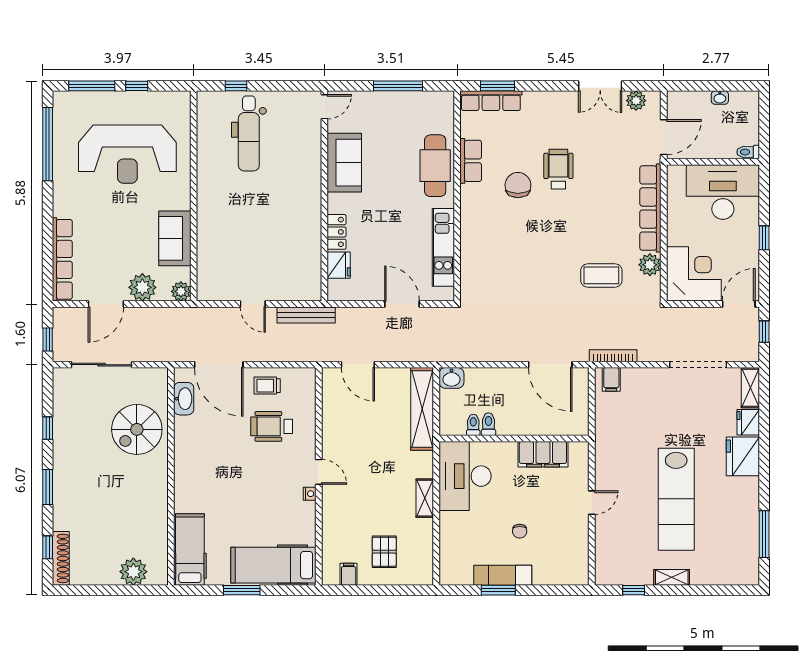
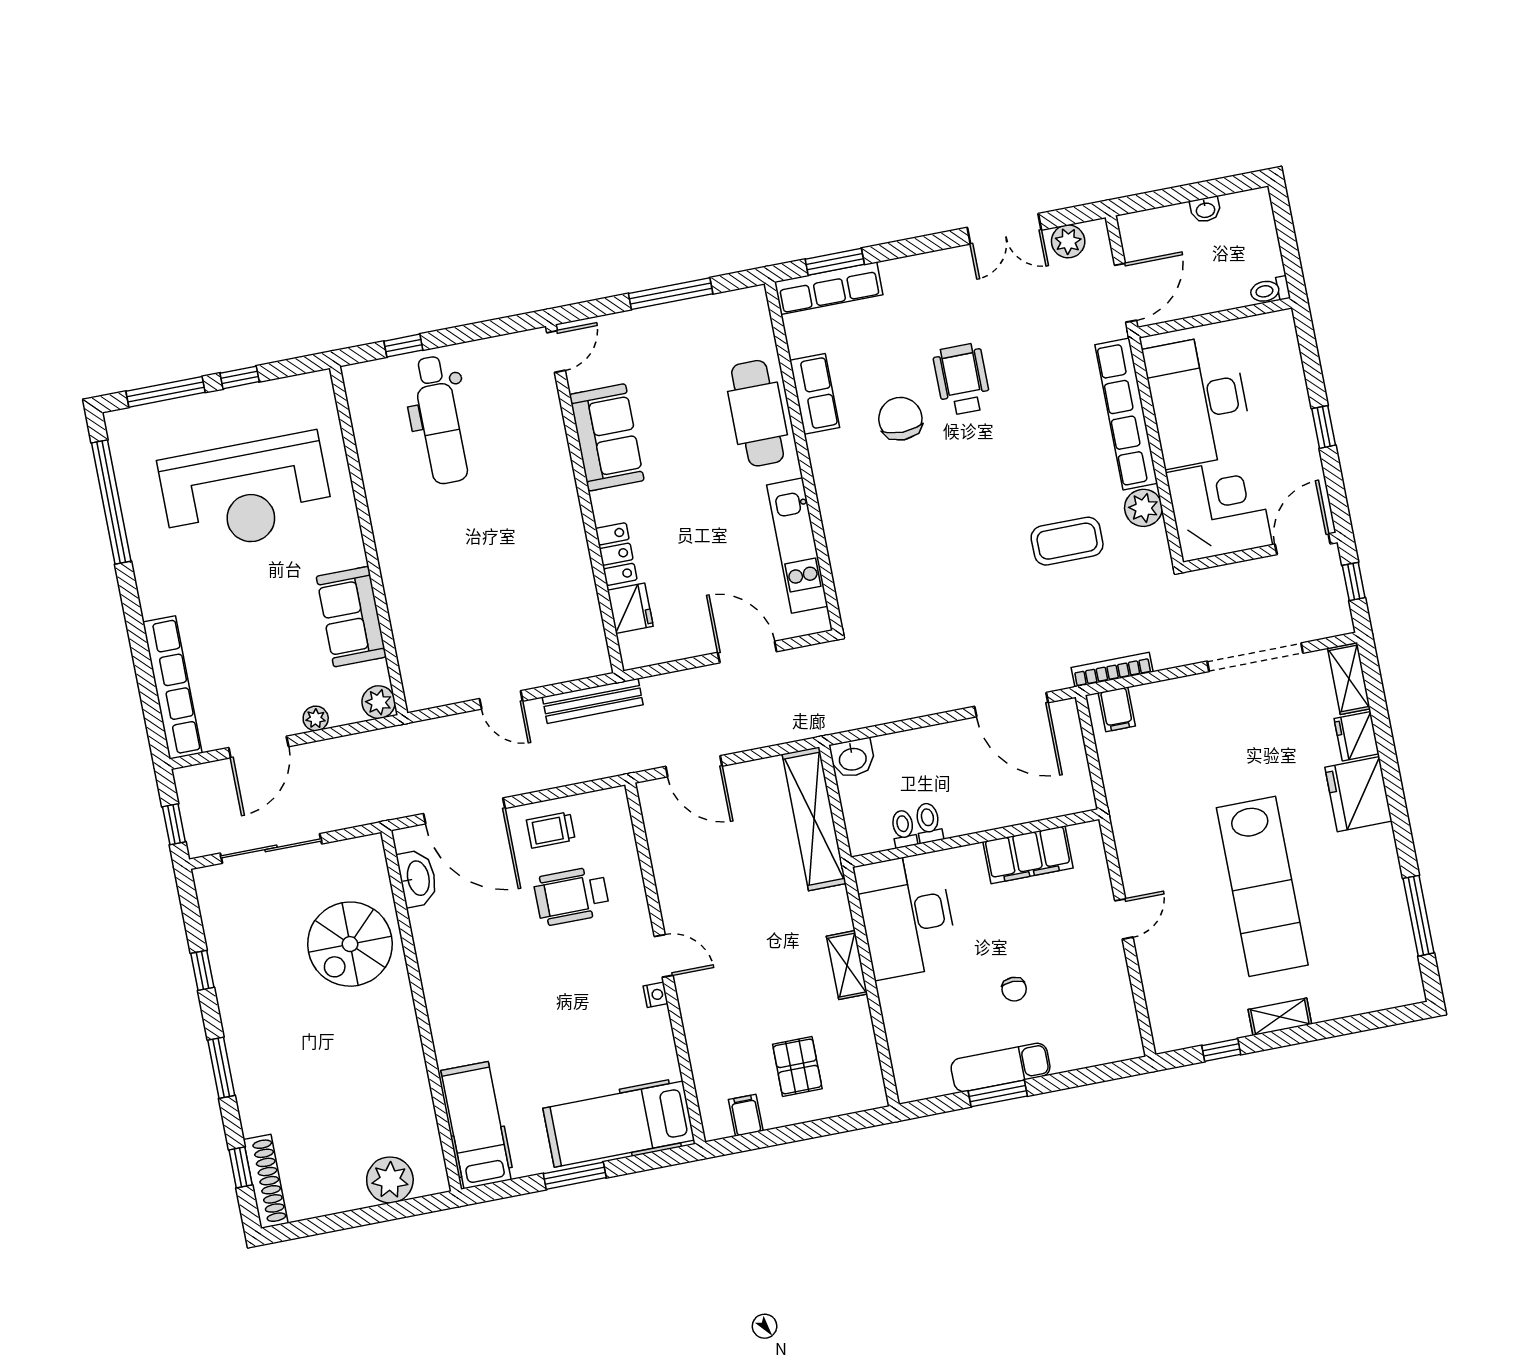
desk: (723, 192) -> (1198, 401), moved, turned -90
plant: (142, 287) -> (316, 718), width x0.53, depth x0.53

